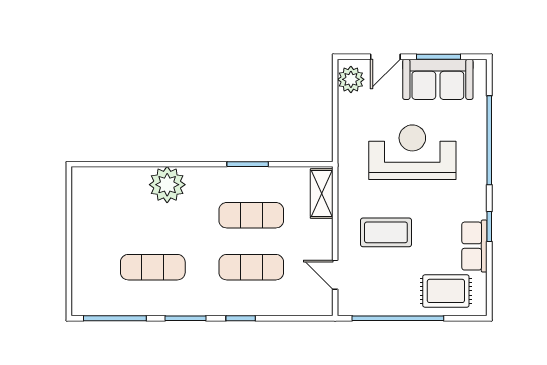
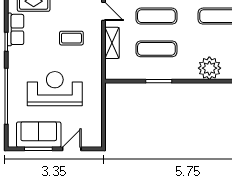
plant: (351, 79) -> (94, 135), removed
reception desk: (412, 152) -> (55, 89), turned 180
shelving: (322, 194) -> (112, 43), moved
coffee table: (386, 232) -> (71, 38), width x0.73, depth x0.77

